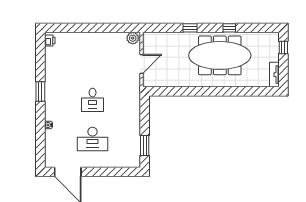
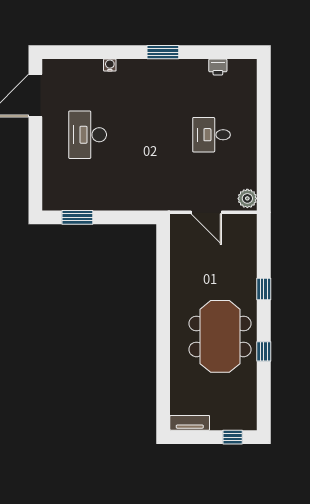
printer: (50, 41) -> (218, 67), moved
meeting table: (220, 55) -> (220, 336), width x0.73
desk: (93, 100) -> (212, 135), moved

